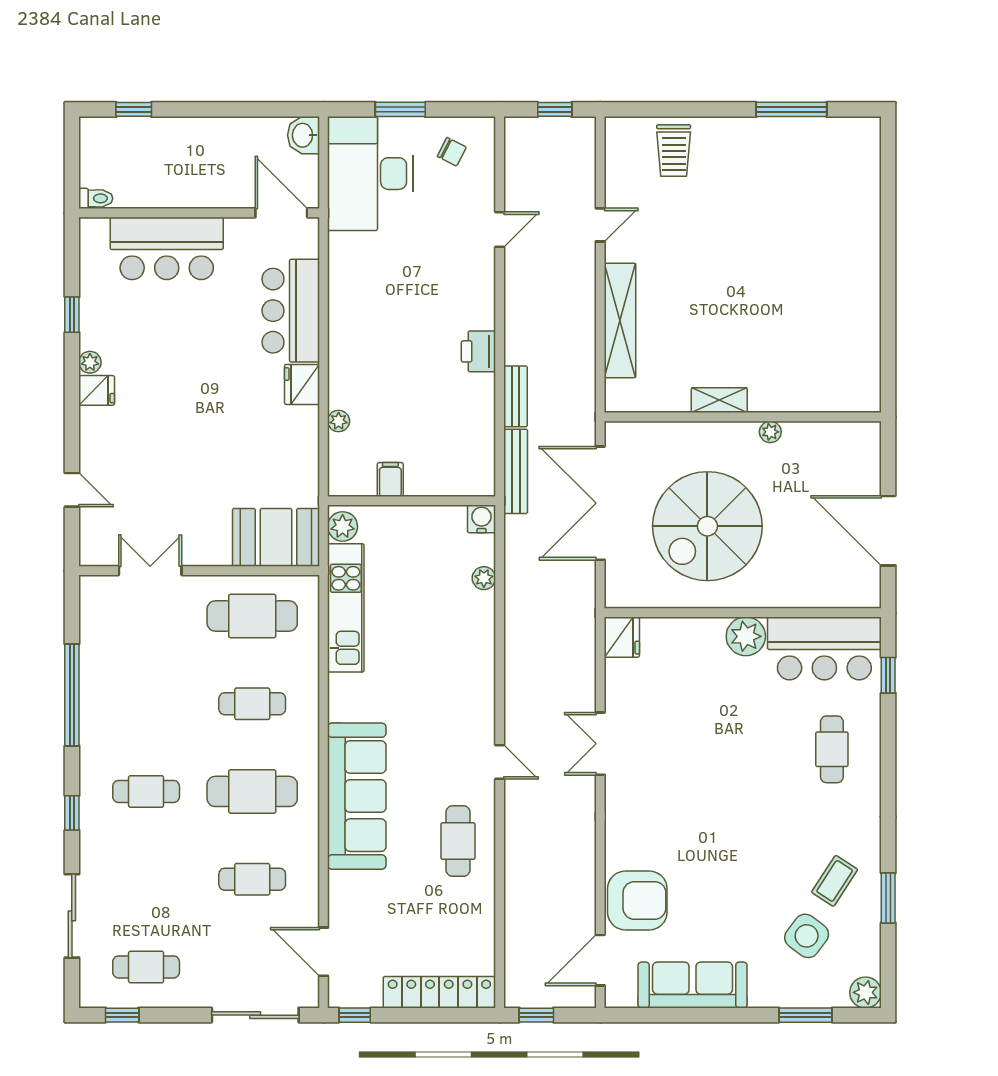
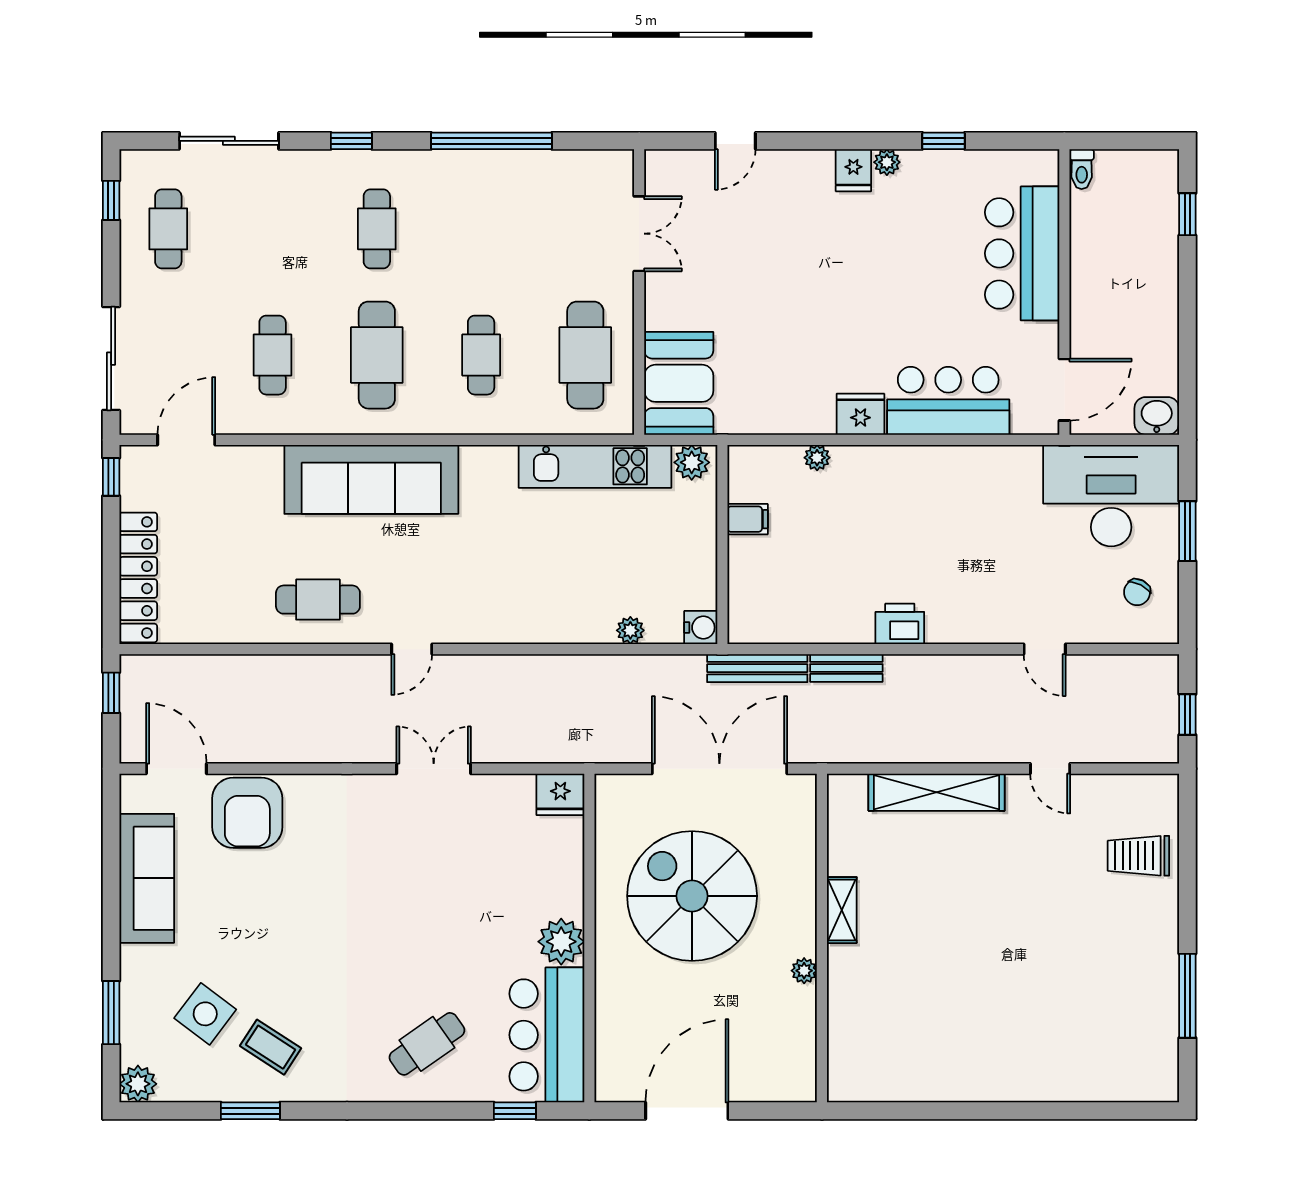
cafe table: (832, 749) -> (427, 1044), turned -35

